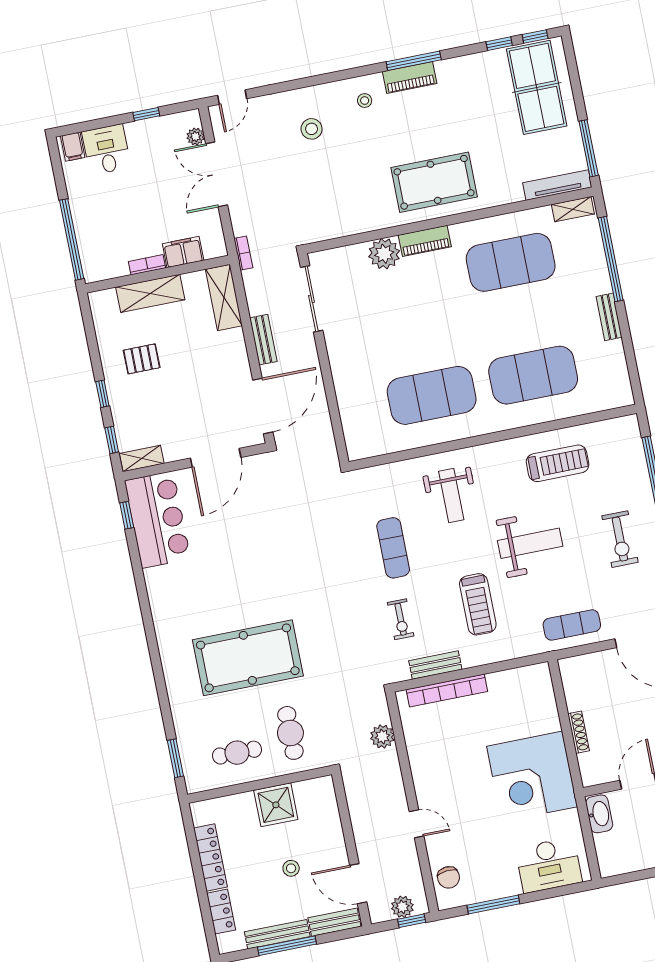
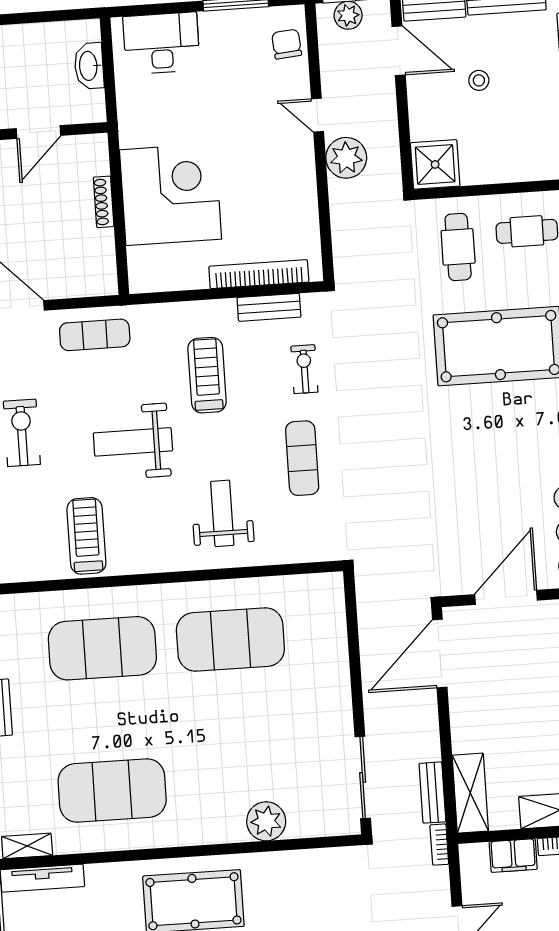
piano: (425, 241) -> (214, 831), removed
bench: (263, 340) -> (432, 793), moved
treadmill: (558, 463) -> (86, 536), turned 90
plant: (382, 736) -> (346, 158), moved, width x1.36, depth x1.36
corner desk: (532, 777) -> (171, 194), moved
shower: (276, 805) -> (435, 164), moved
washbasin: (599, 814) -> (89, 66), moved

